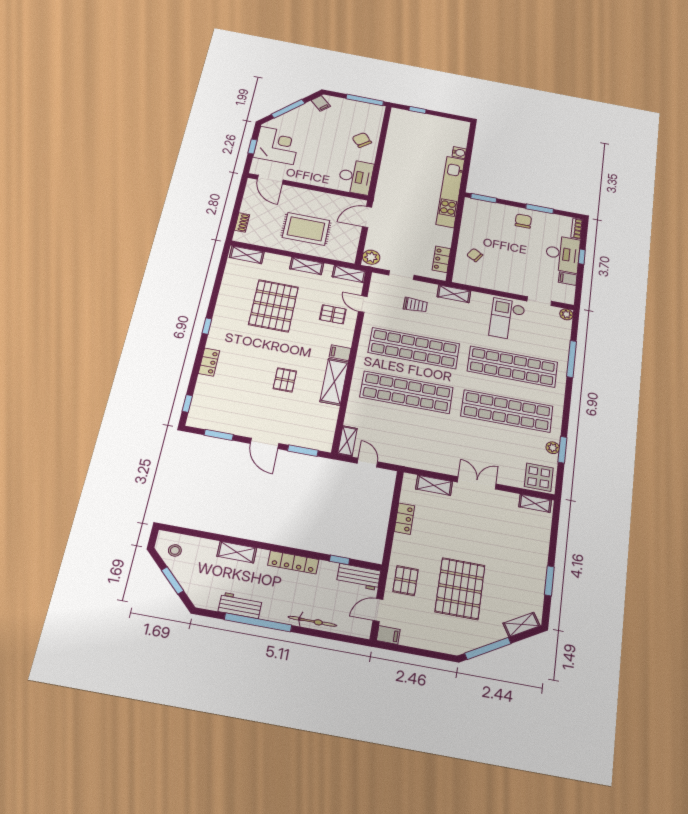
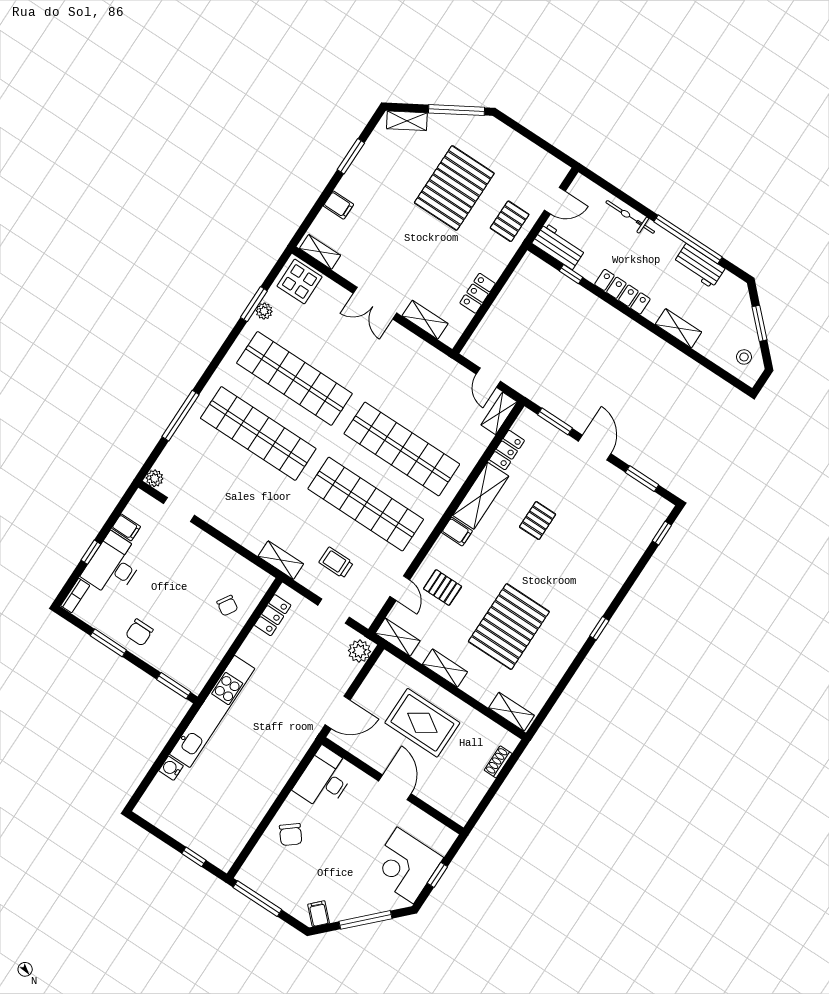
door: (270, 180) -> (395, 787), moved
checkout: (507, 319) -> (232, 500), removed
locker: (209, 362) -> (507, 450), moved, turned 180
filing cabinet: (388, 635) -> (338, 205), moved, turned 180

